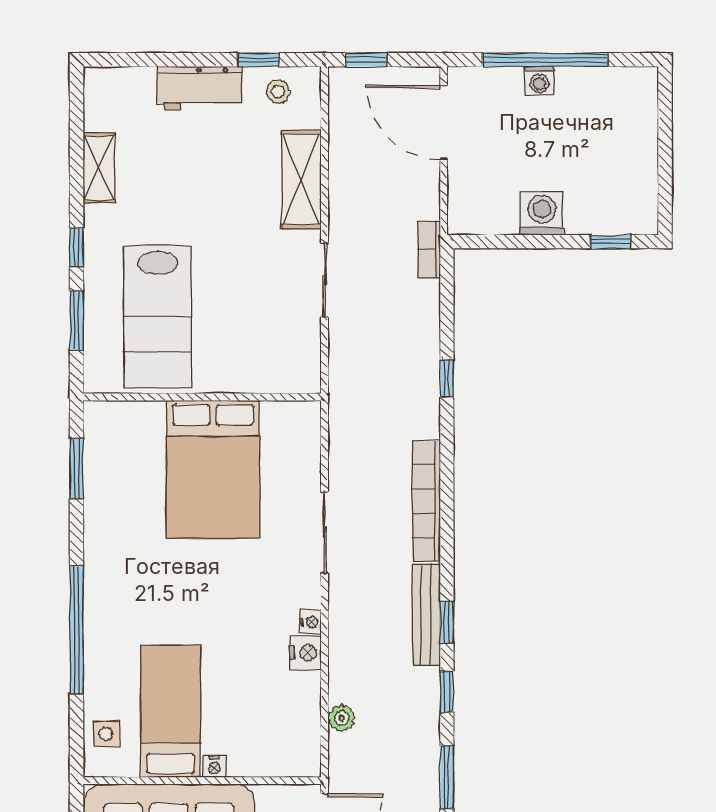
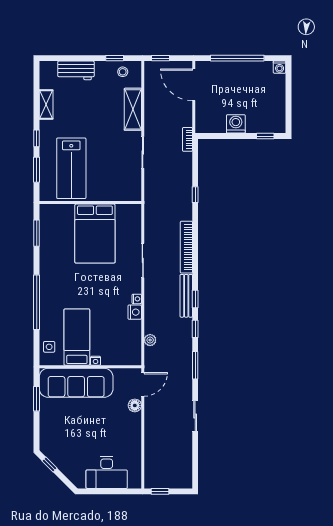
washing machine: (539, 81) -> (280, 67), moved
workbench: (200, 88) -> (76, 70), moved

